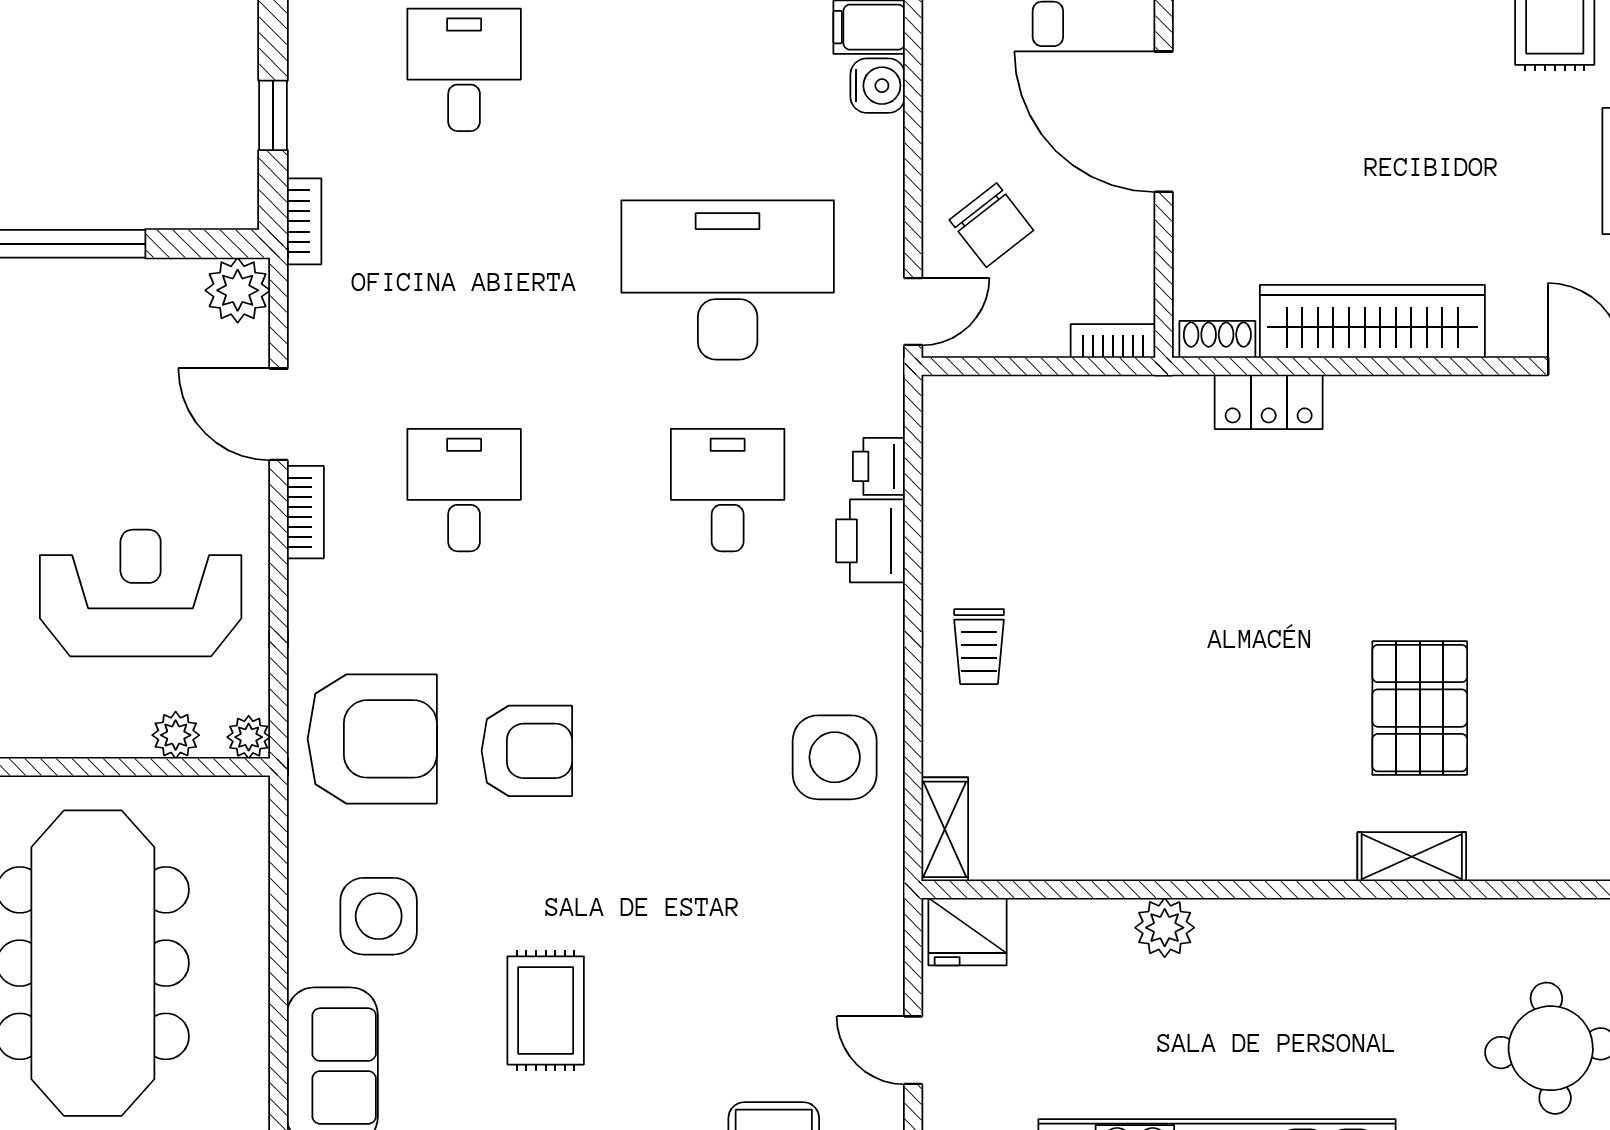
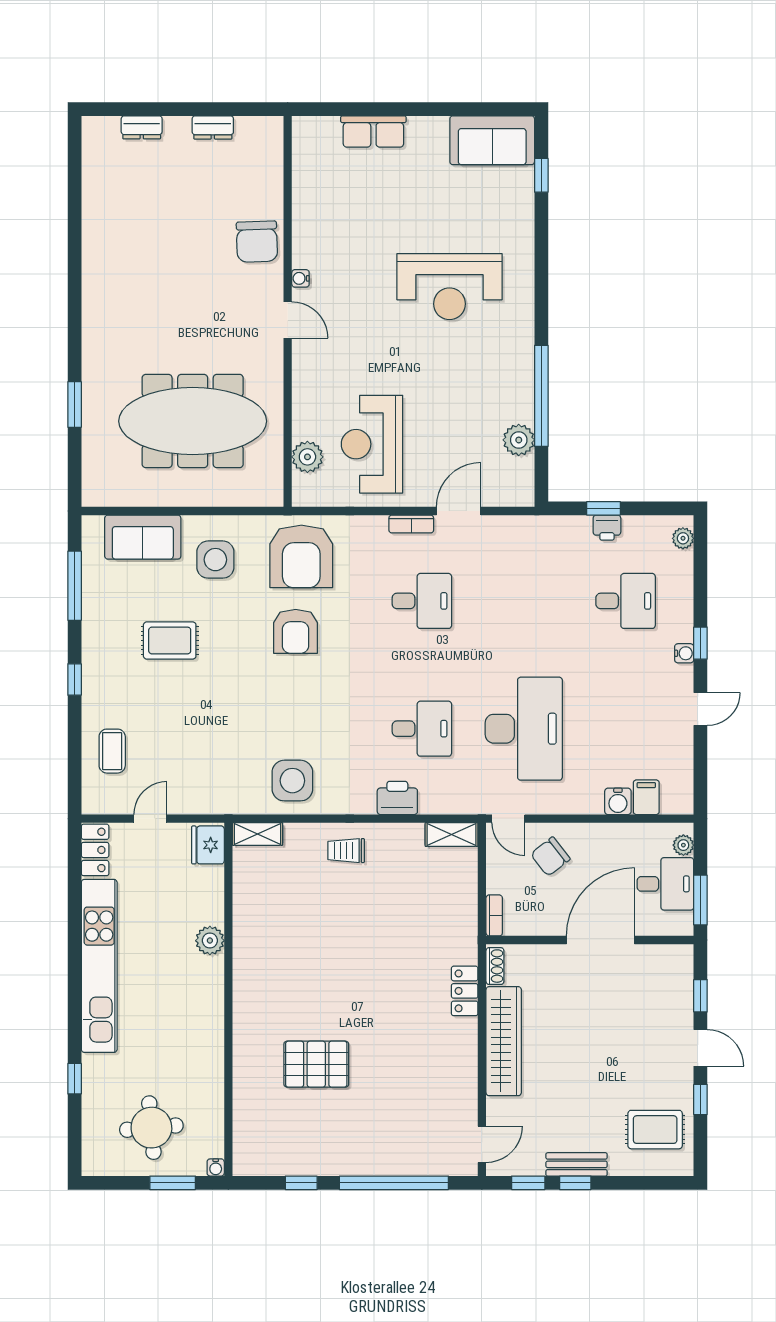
bookcase: (304, 221) -> (552, 523), removed
plant: (238, 290) -> (519, 440), moved
printer: (879, 466) -> (607, 528), moved, turned 180
reception desk: (141, 593) -> (372, 444), turned 180
plant: (176, 735) -> (307, 457), width x1.38, depth x1.38
plant: (249, 737) -> (302, 497), removed
shelving: (1412, 857) -> (451, 835), moved, turned 90

